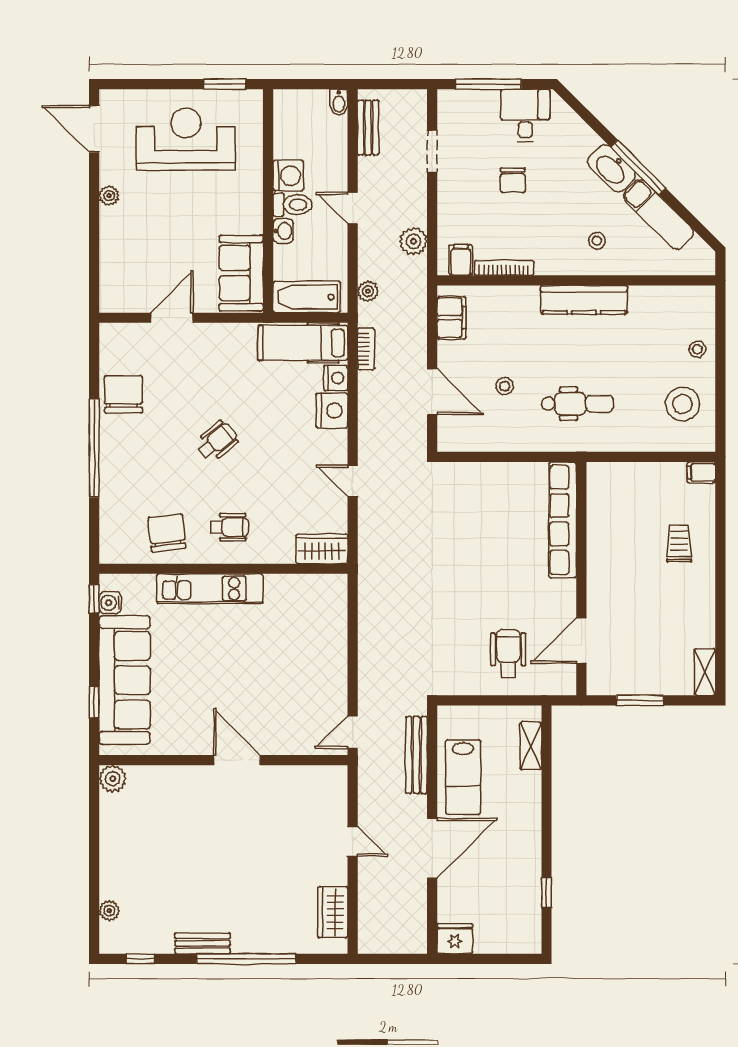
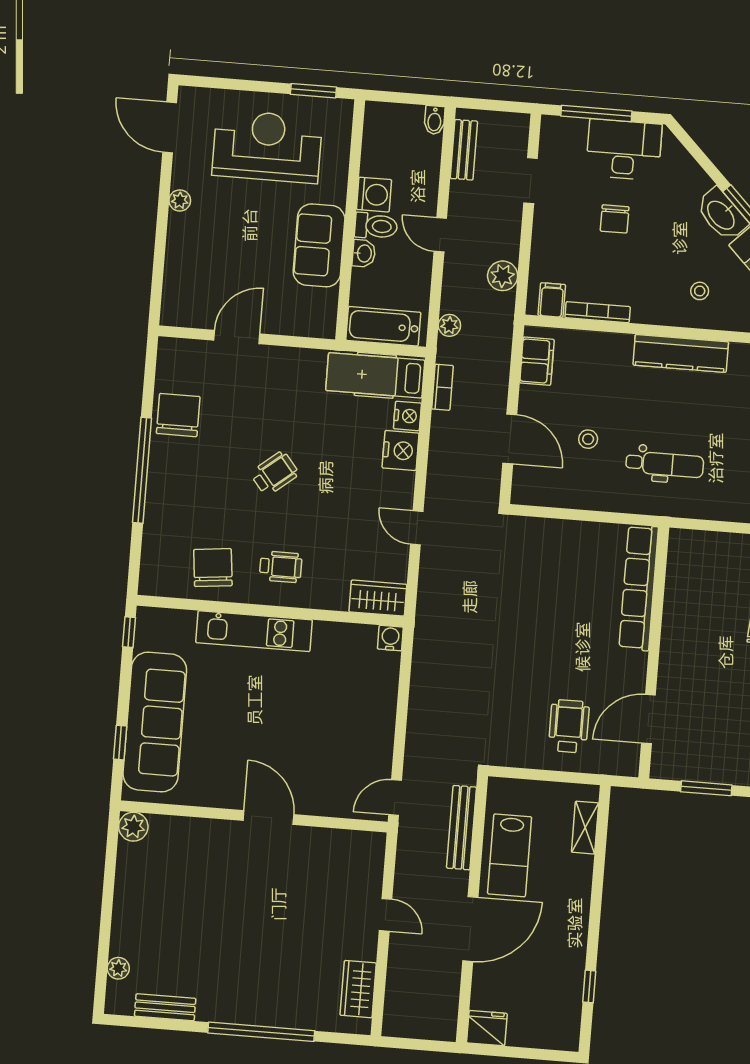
desk: (525, 116) -> (624, 150), width x1.37
sofa: (241, 273) -> (319, 245), moved
water cooler: (110, 603) -> (390, 638), moved, turned 90
bench: (203, 943) -> (165, 1007), moved
window: (141, 959) -> (148, 1023), removed

